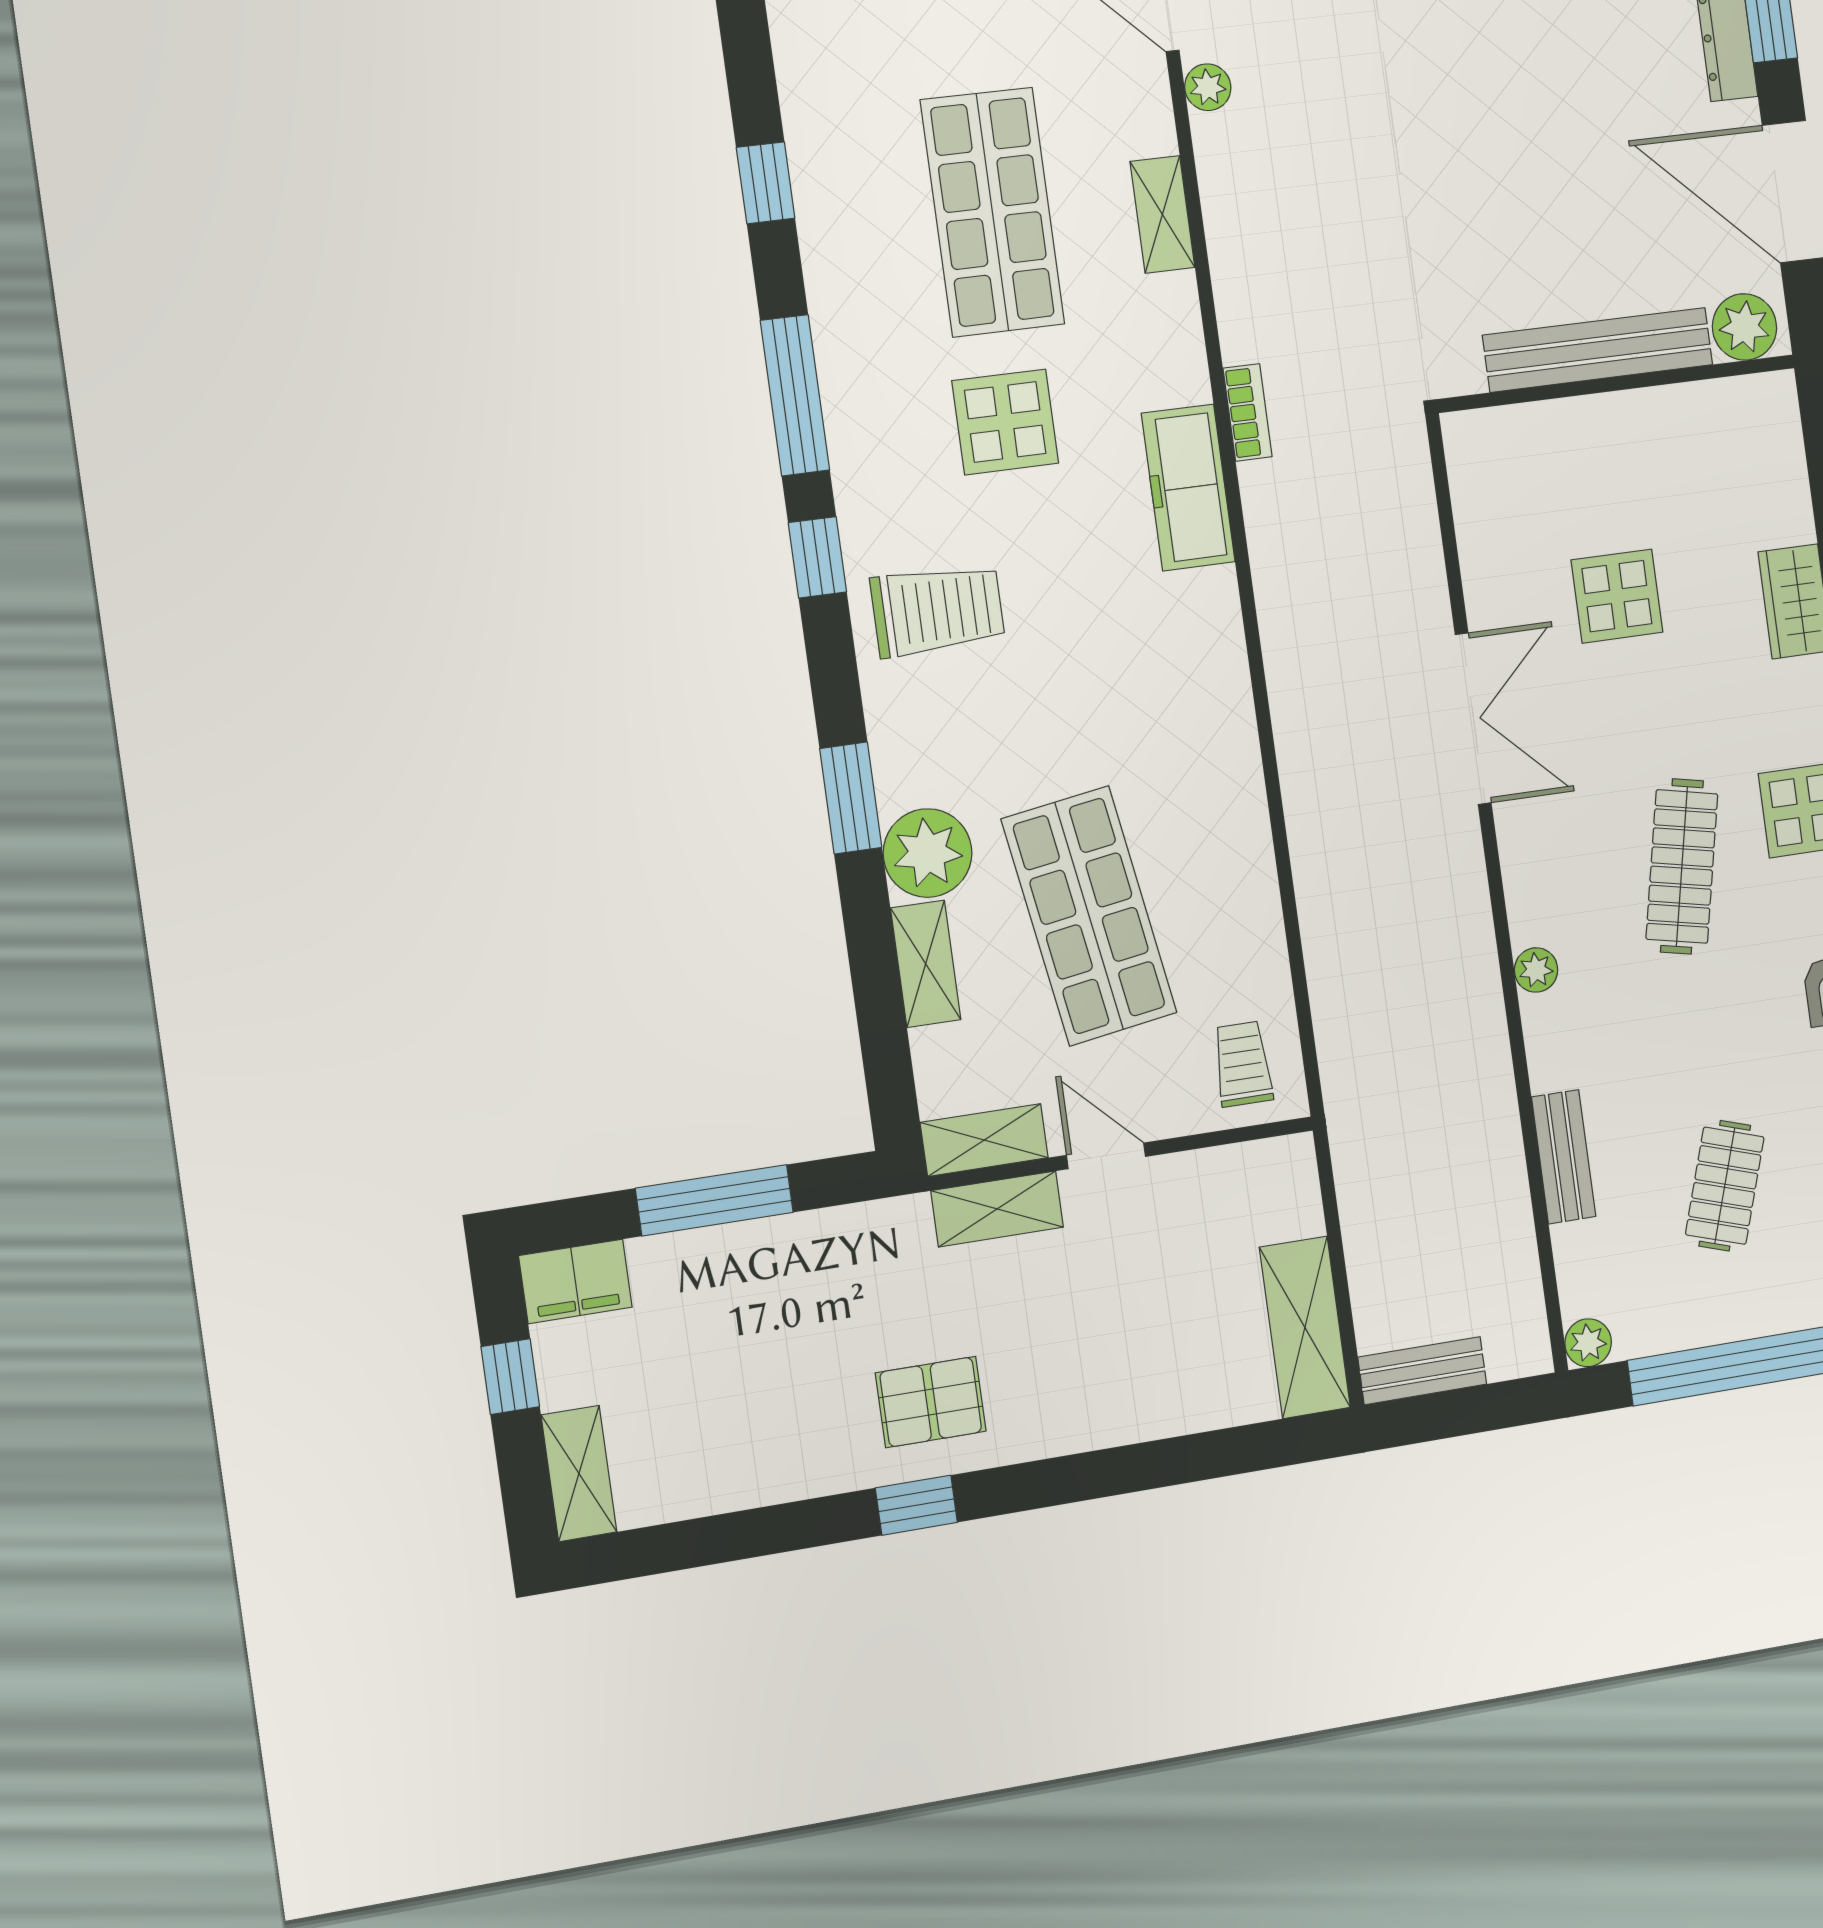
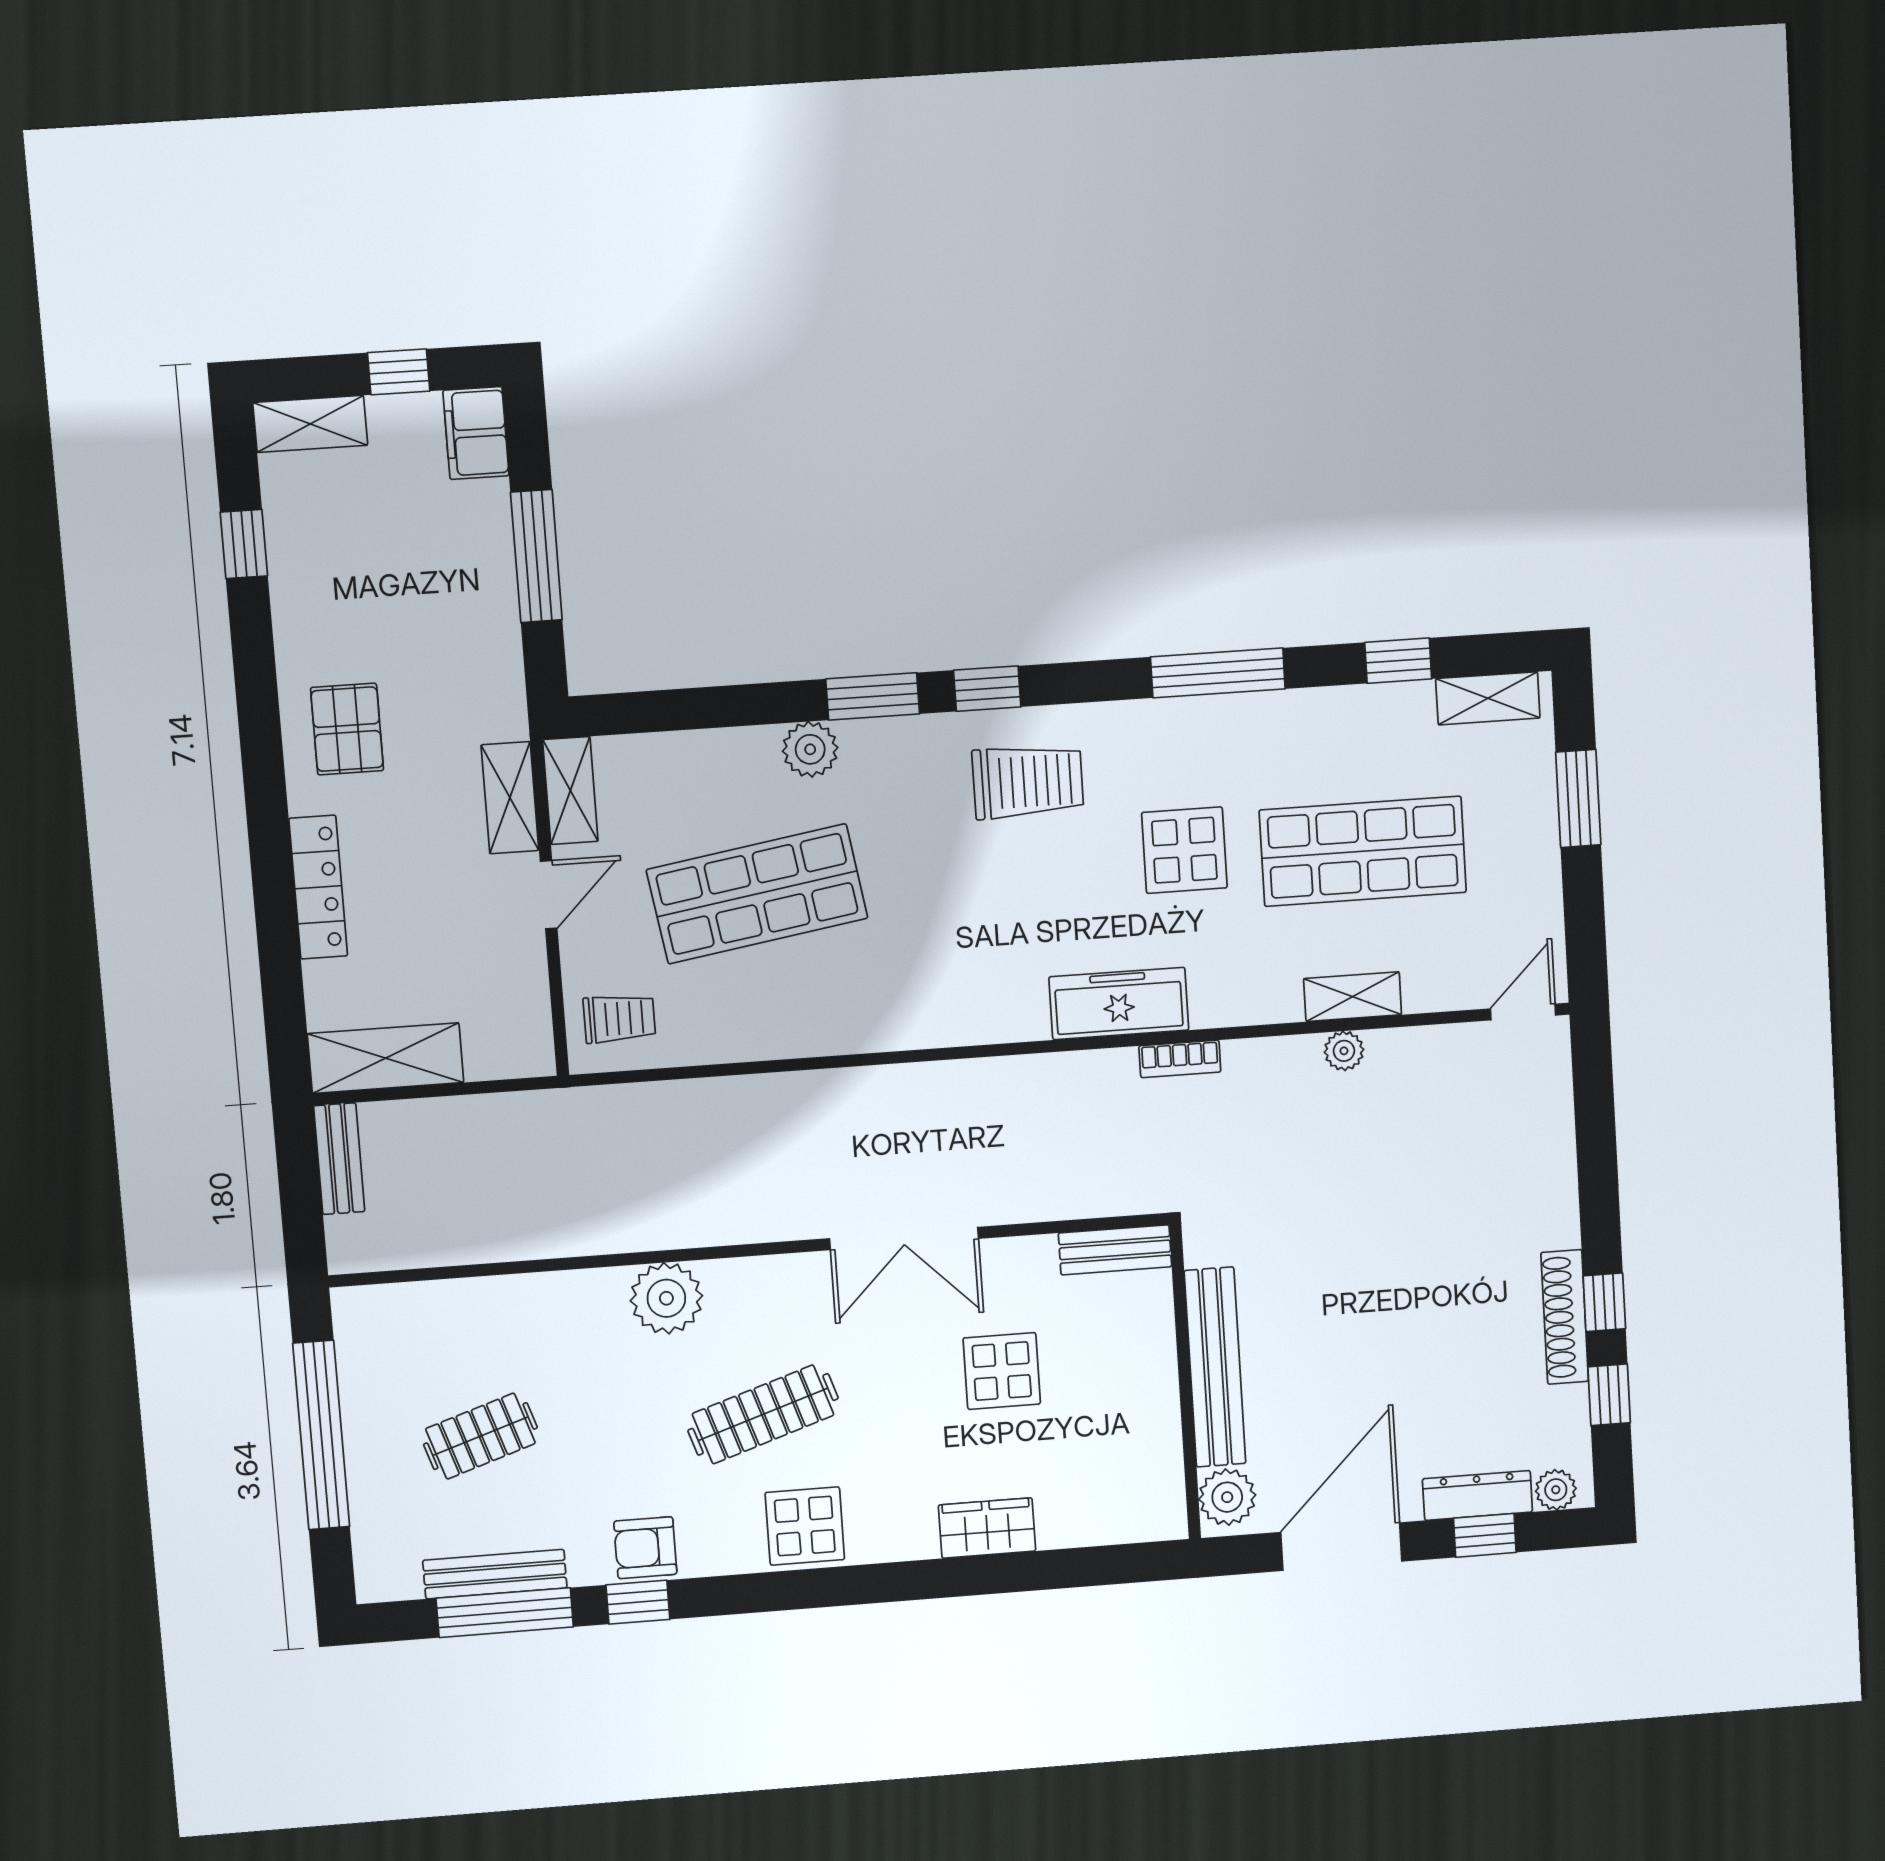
plant: (1208, 87) -> (1344, 1051), moved
window: (817, 557) -> (987, 689), moved
trolley: (938, 610) -> (1028, 782), turned -90
plant: (928, 853) -> (810, 749), width x0.73, depth x0.73
clothes rail: (1682, 866) -> (763, 1414), turned -30
shelving: (926, 964) -> (1488, 698), moved
plant: (1536, 970) -> (666, 1298), width x1.88, depth x1.88
bench: (1564, 1157) -> (1115, 1250), moved
clothes rail: (1725, 1186) -> (480, 1436), turned -36
plant: (1588, 1343) -> (352, 1307), removed
locker: (1115, 1420) -> (318, 887), added
window: (916, 1505) -> (244, 544), moved

